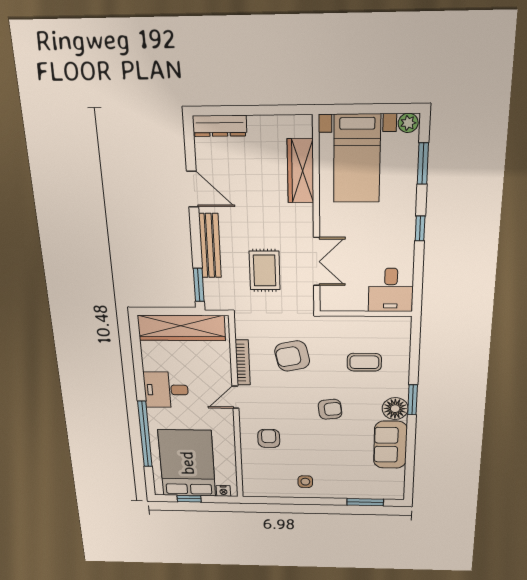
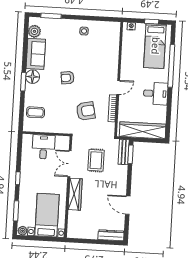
wardrobe: (301, 171) -> (75, 194), moved
bench: (210, 246) -> (124, 152), moved, width x0.73
desk: (391, 290) -> (43, 147), moved
coffee table: (364, 362) -> (36, 112), moved
armchair: (269, 438) -> (102, 60), removed
bed: (187, 463) -> (155, 46), width x0.67
plant: (394, 479) -> (34, 31), added

